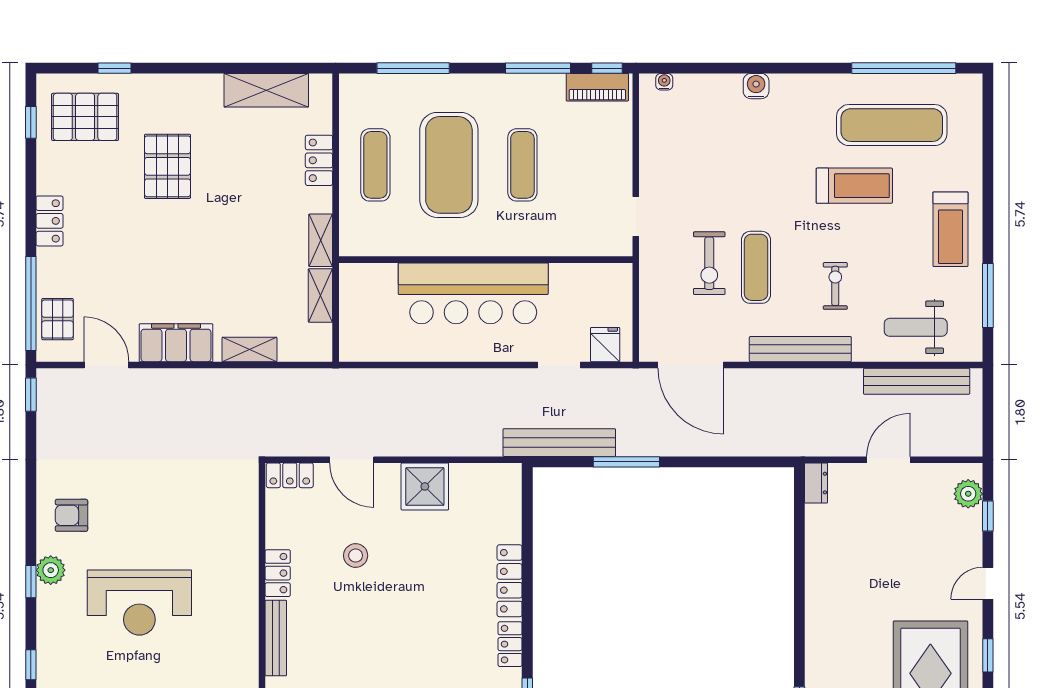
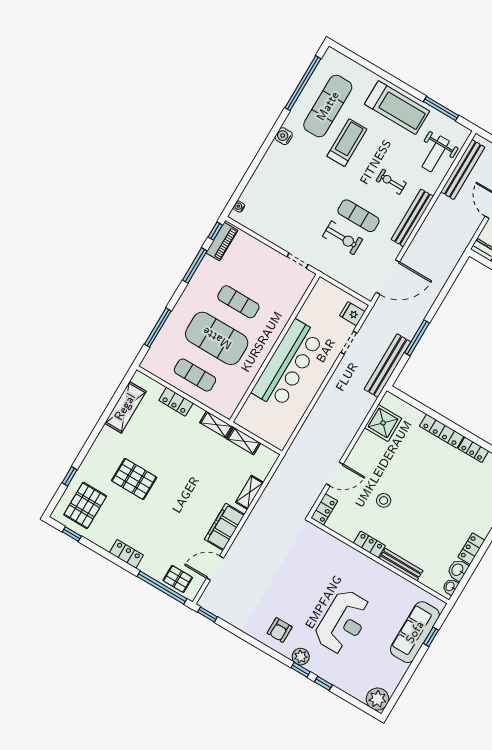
water cooler: (756, 86) -> (284, 136), moved
treadmill: (950, 229) -> (397, 108), width x1.37, depth x1.38
shower: (425, 486) -> (383, 423), moved
window: (31, 665) -> (323, 683), moved

